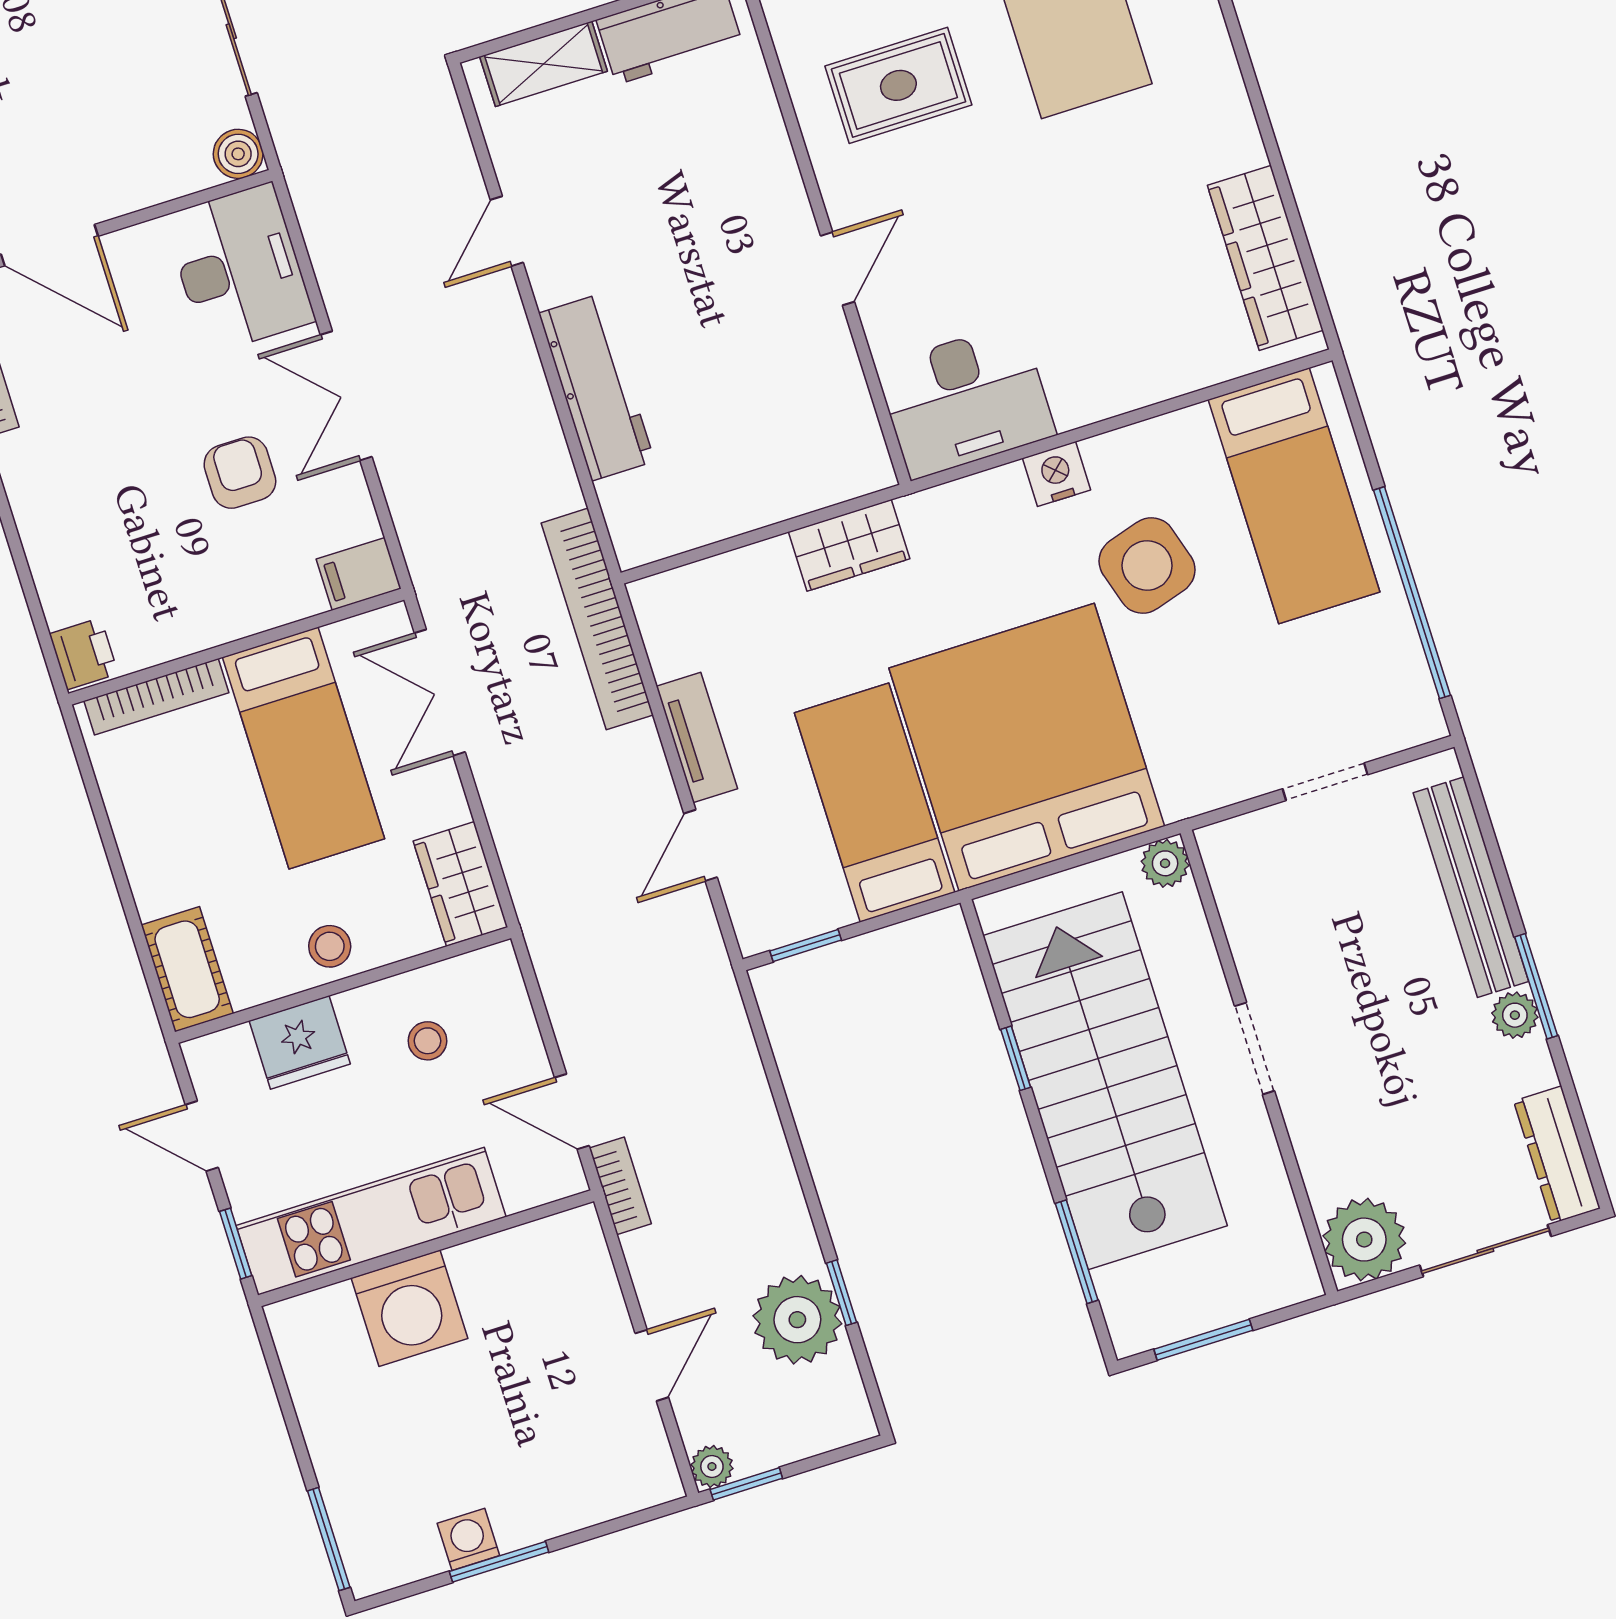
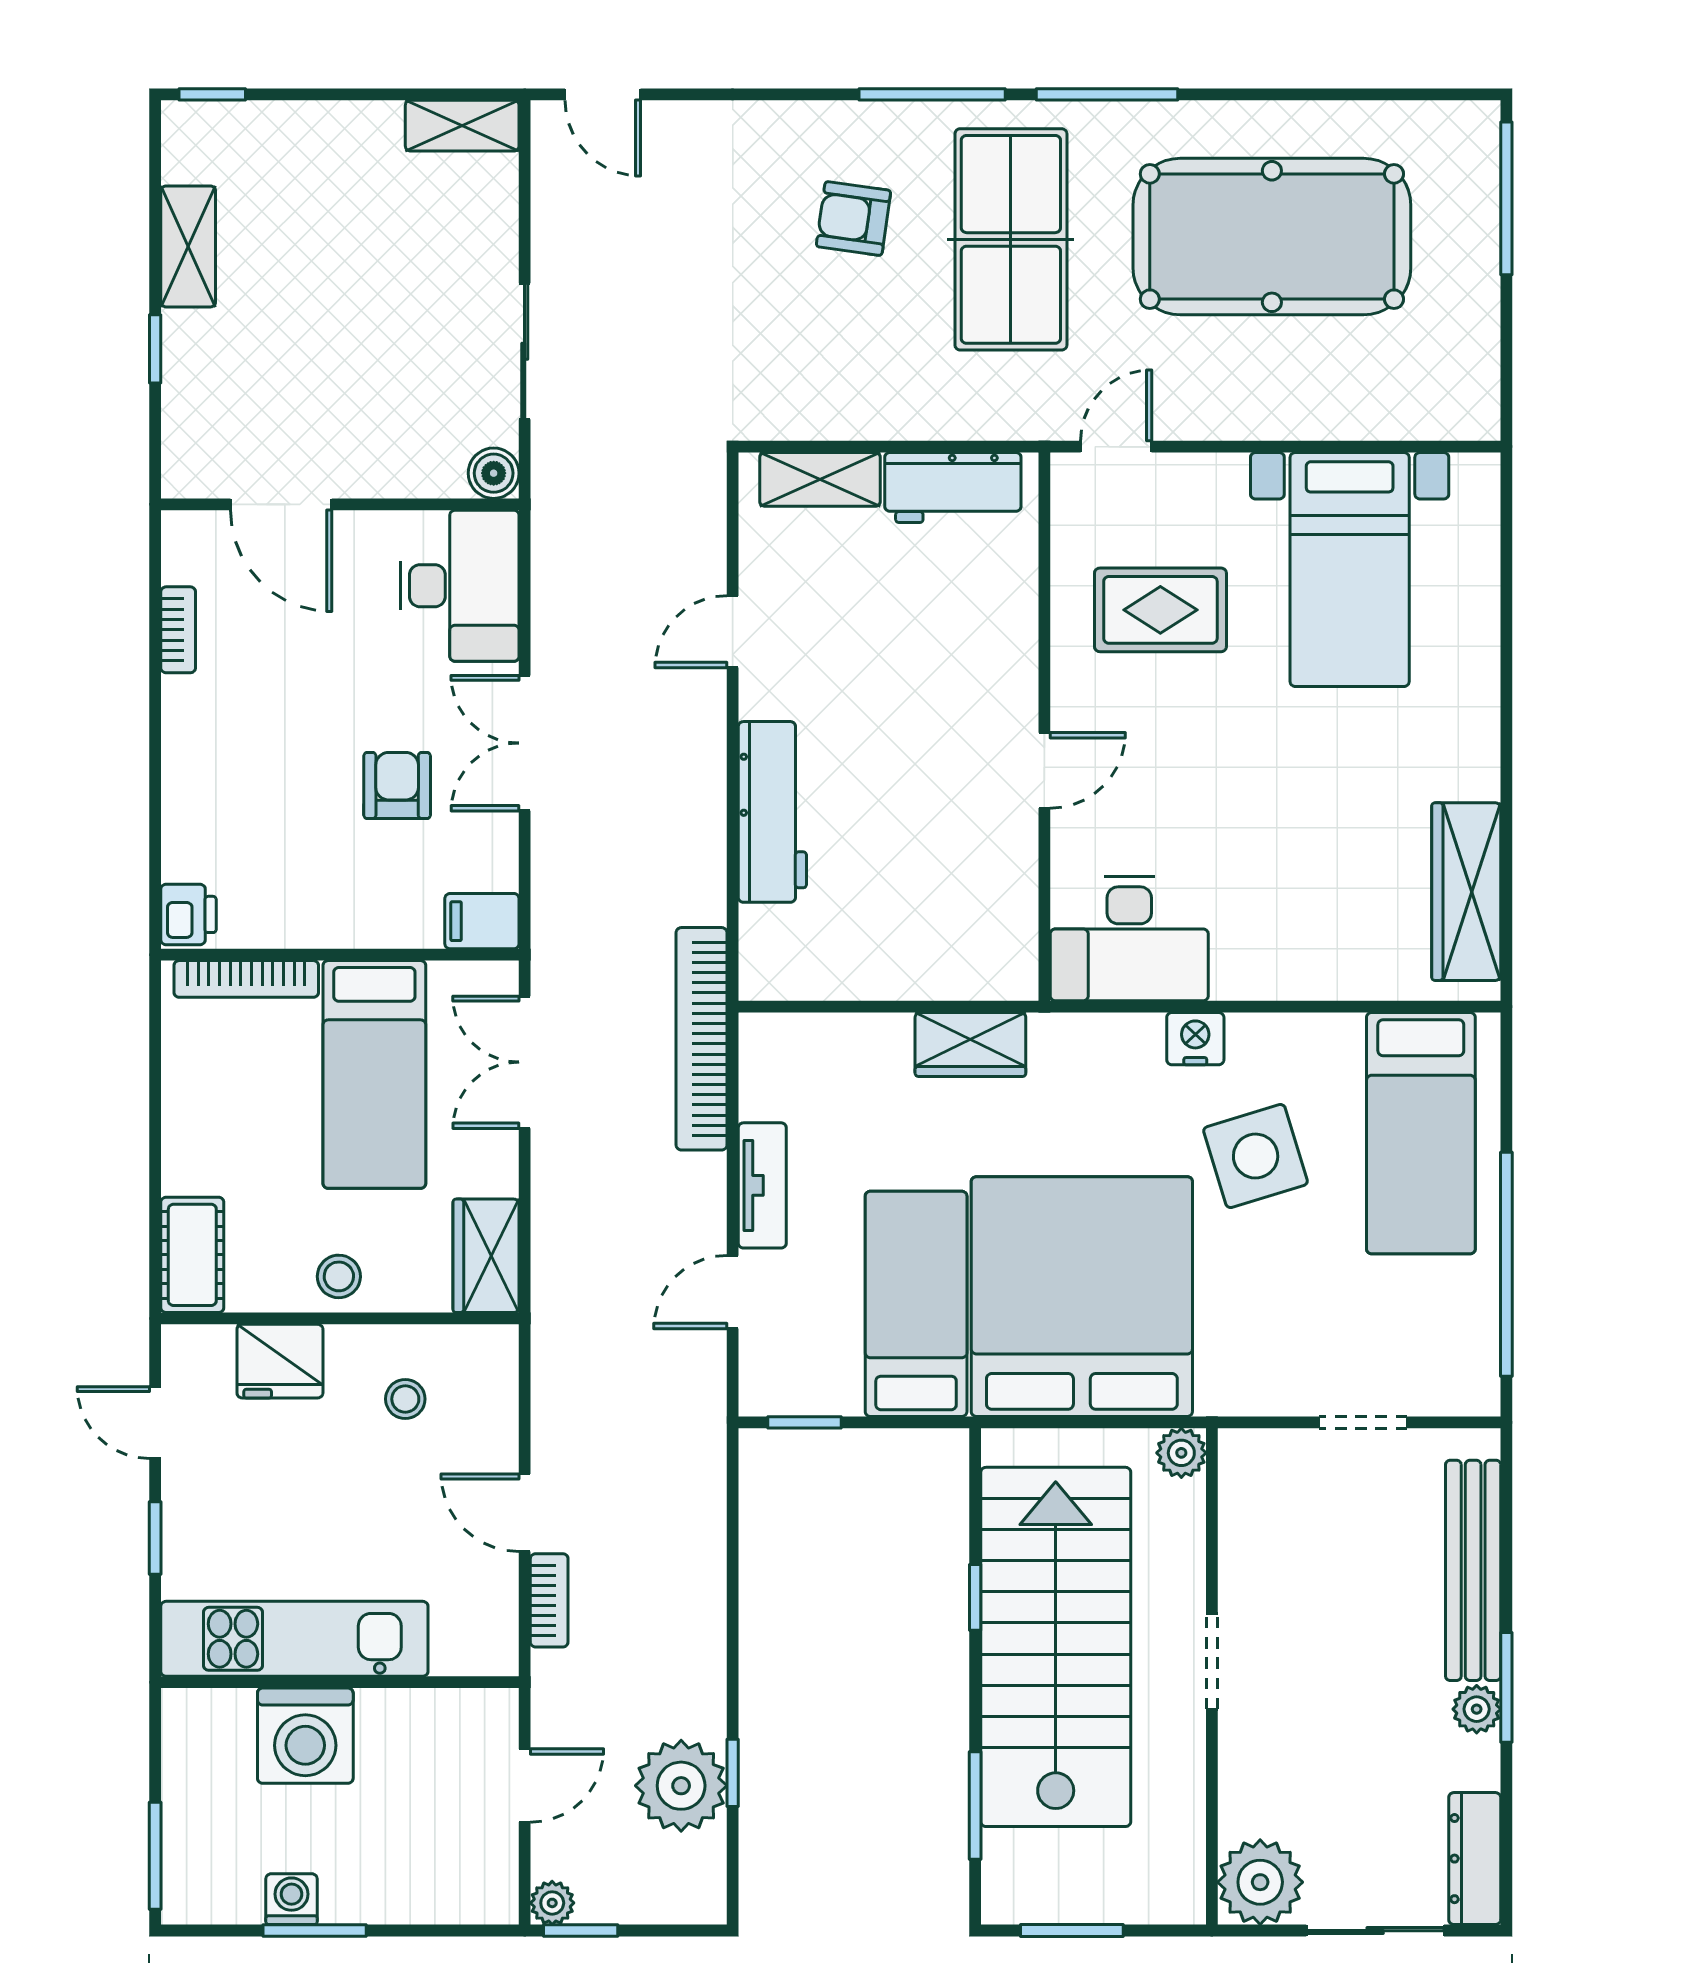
kitchen unit: (371, 1221) -> (294, 1639), moved
wall: (426, 1248) -> (340, 1682), moved
washing machine: (409, 1308) -> (305, 1736), moved

